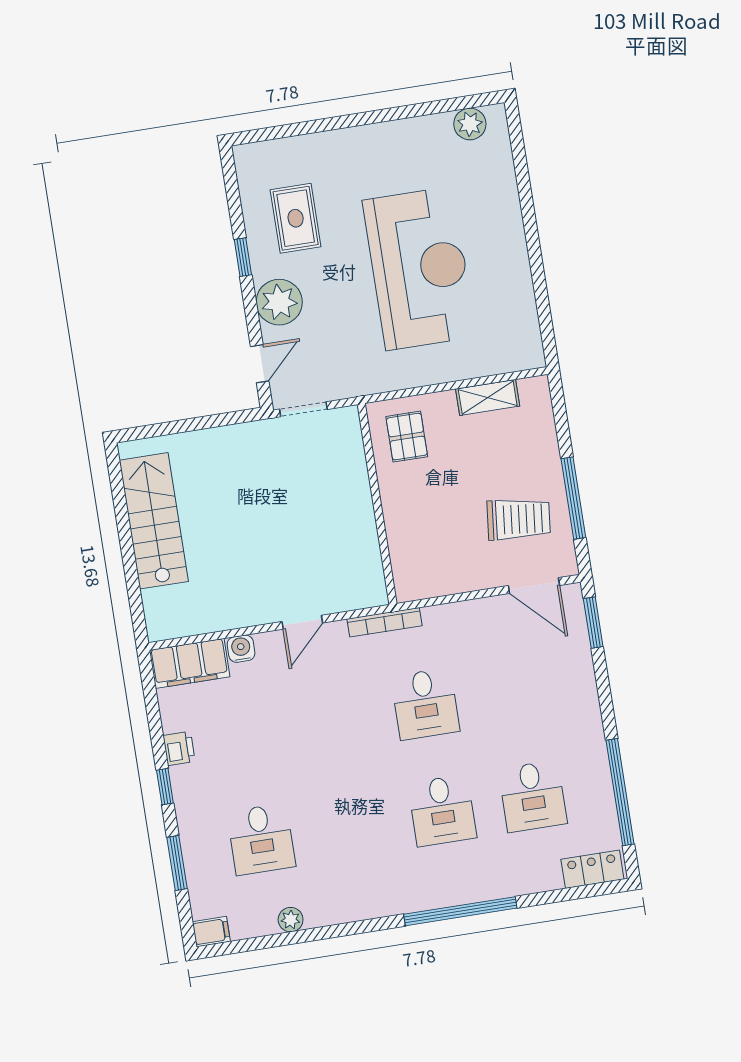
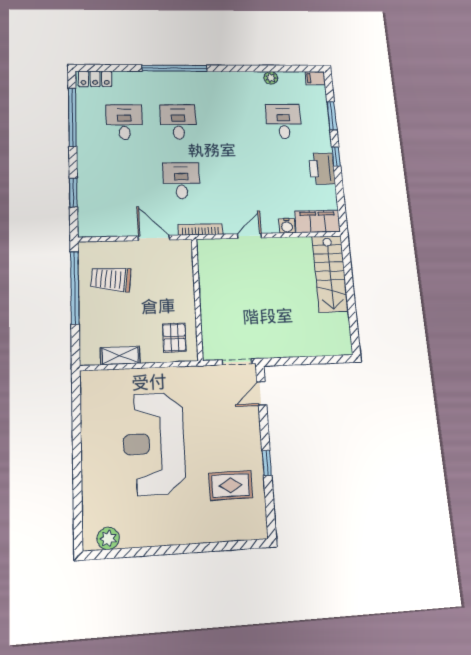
rug: (296, 218) -> (231, 485), turned 90
plant: (279, 302) -> (246, 431), removed
window: (573, 498) -> (75, 288), width x1.46
stairs: (154, 521) -> (330, 274), moved
door: (534, 585) -> (154, 238), moved
window: (593, 623) -> (73, 192), moved
printer: (179, 748) -> (322, 169), width x1.87, depth x1.48

